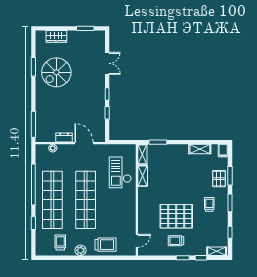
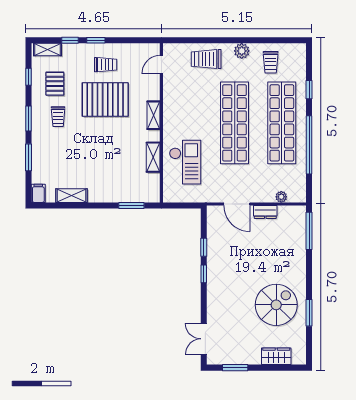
double door: (107, 63) -> (204, 339), moved
shelving: (142, 154) -> (154, 115), moved
pallet: (219, 179) -> (55, 84), moved

